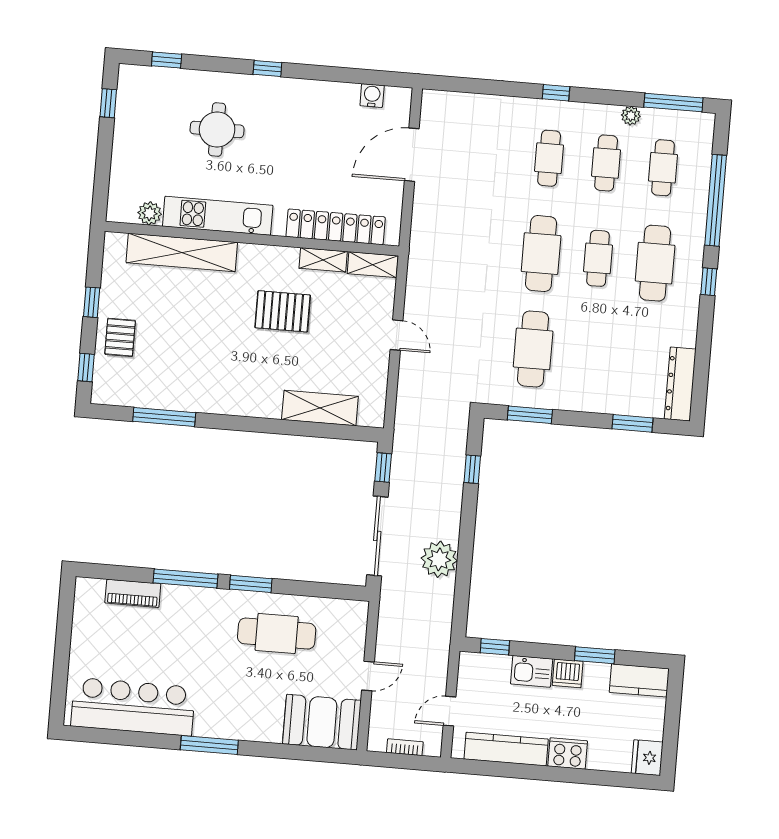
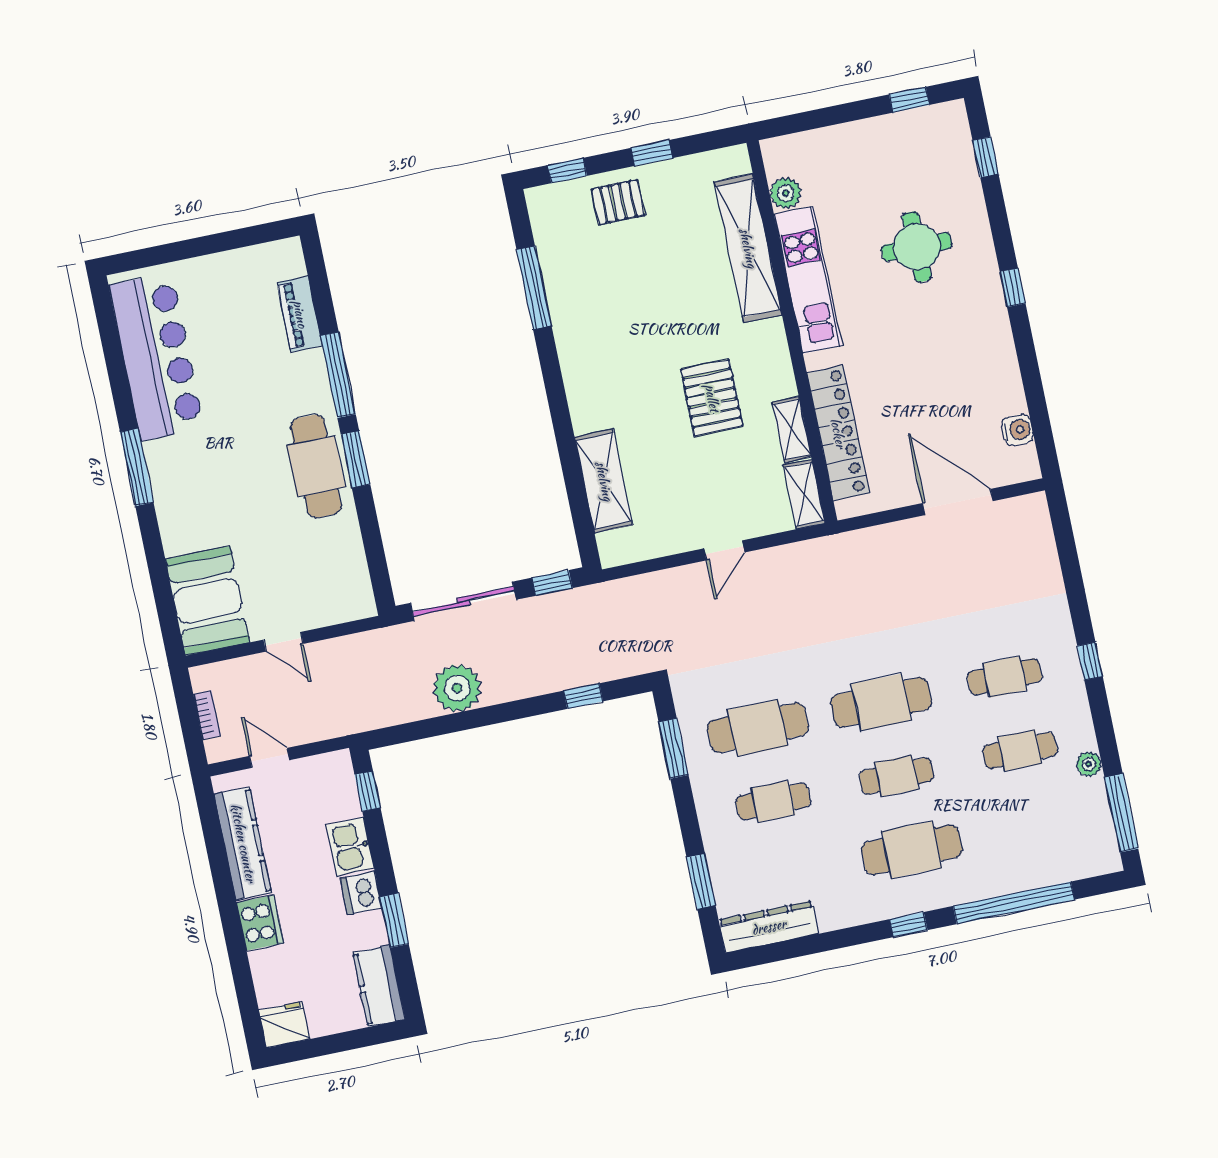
cafe table: (663, 168) -> (773, 802), moved
cafe table: (277, 634) -> (316, 466), moved

